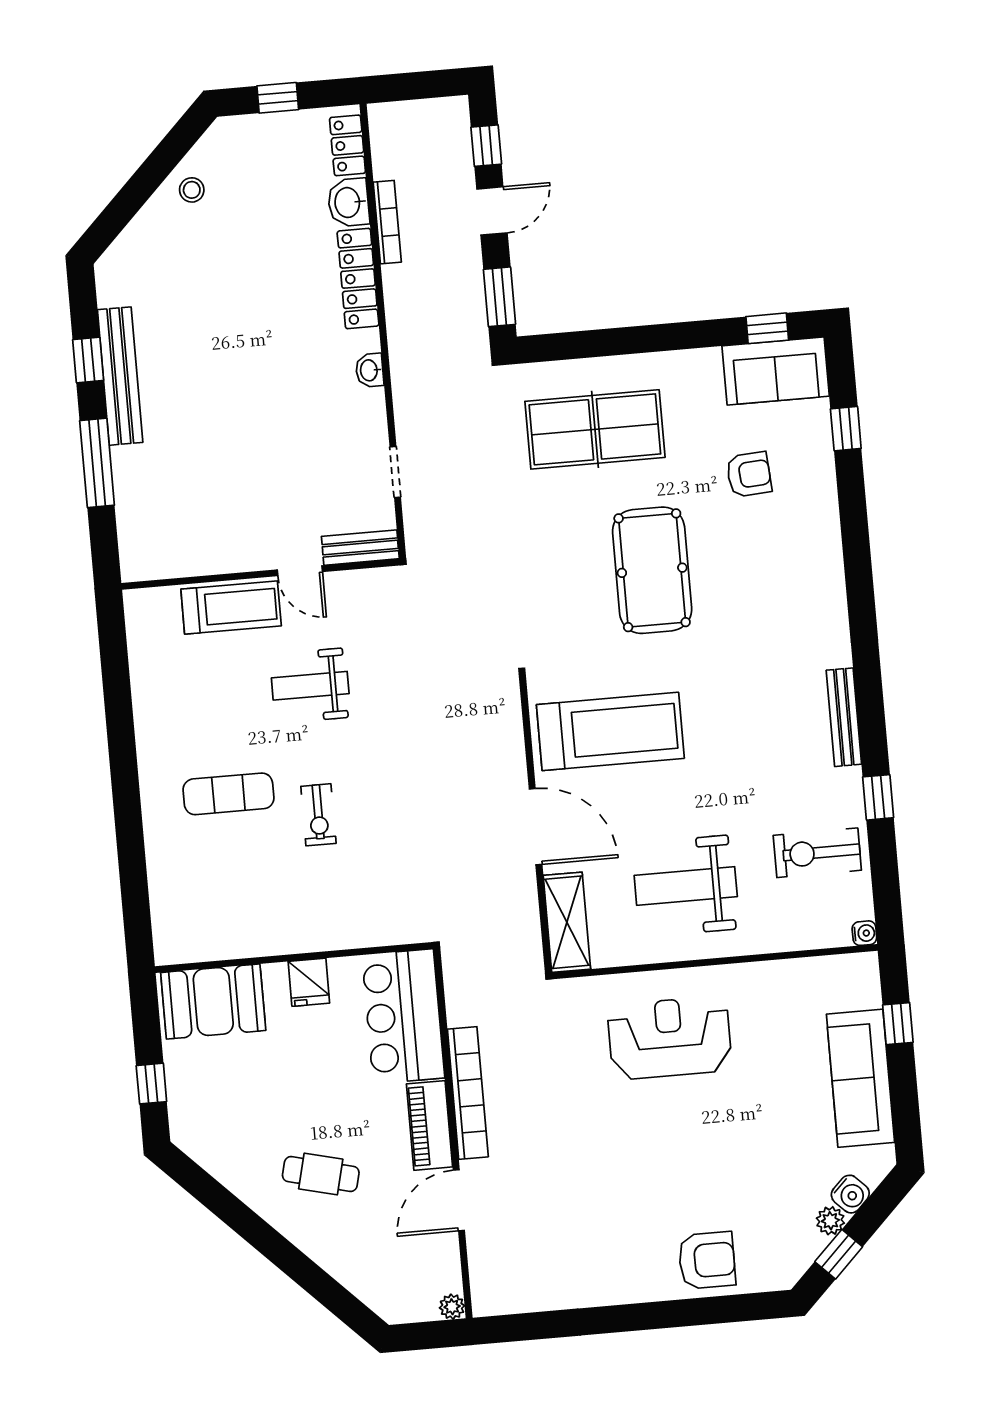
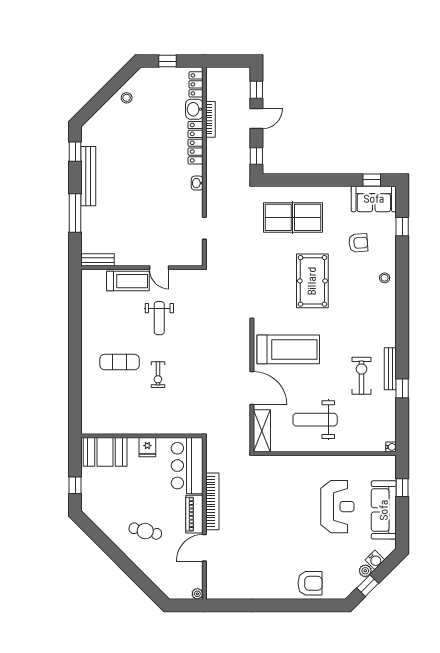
window: (499, 297) -> (256, 156), width x0.67
window: (88, 360) -> (75, 152), moved
bench: (360, 548) -> (98, 260), moved
stool: (816, 549) -> (385, 278), added
weight bench: (310, 686) -> (159, 318), turned -90
bench: (844, 717) -> (390, 369), moved
exercise bike: (817, 853) -> (361, 376), moved, turned 90
reception desk: (670, 1038) -> (337, 507), moved, turned 90

